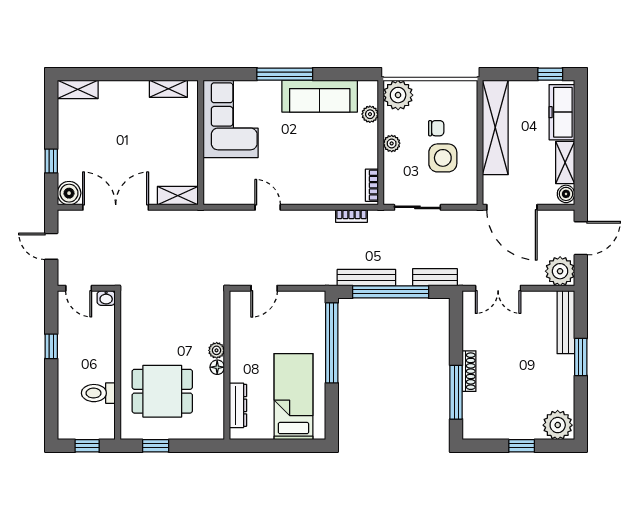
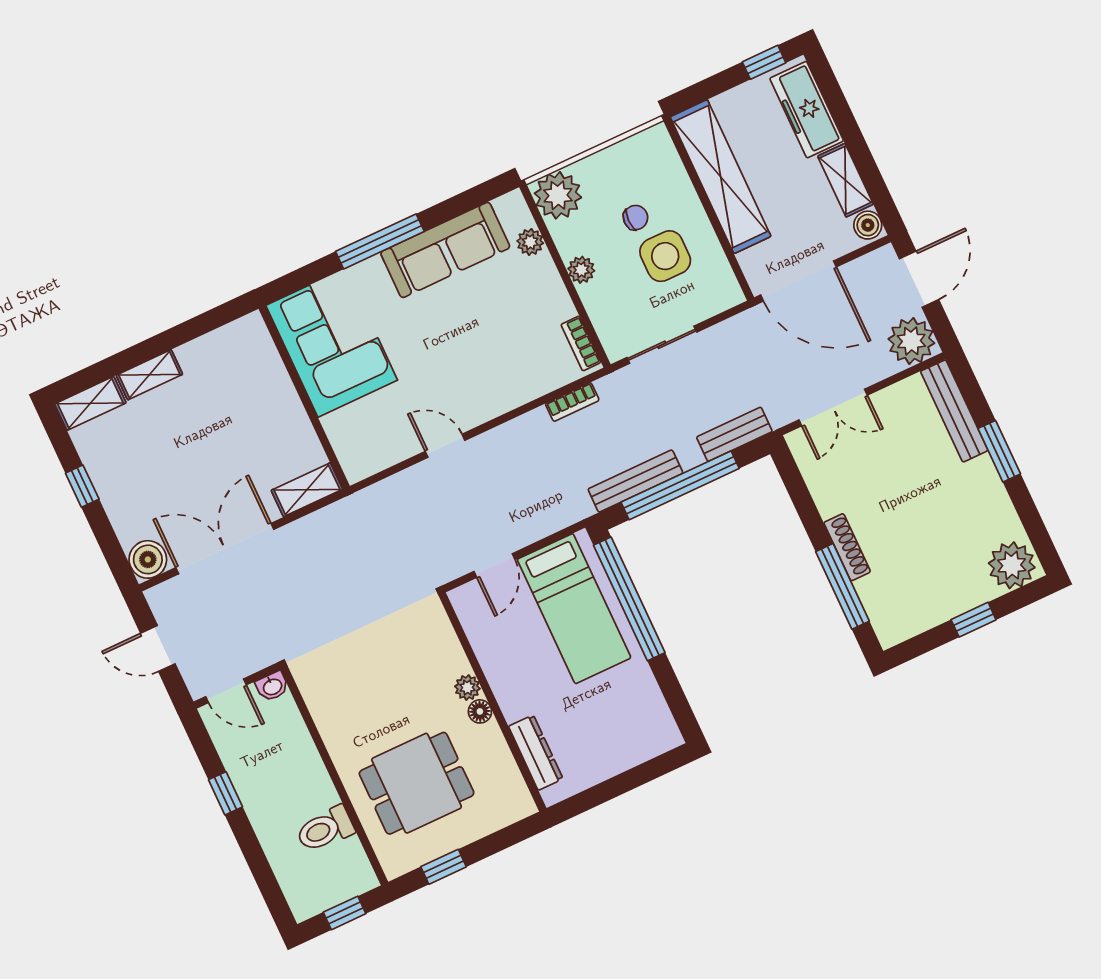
shelving: (168, 89) -> (149, 375), moved
window: (51, 161) -> (82, 486), moved
bed: (293, 397) -> (574, 609), moved, turned 180

